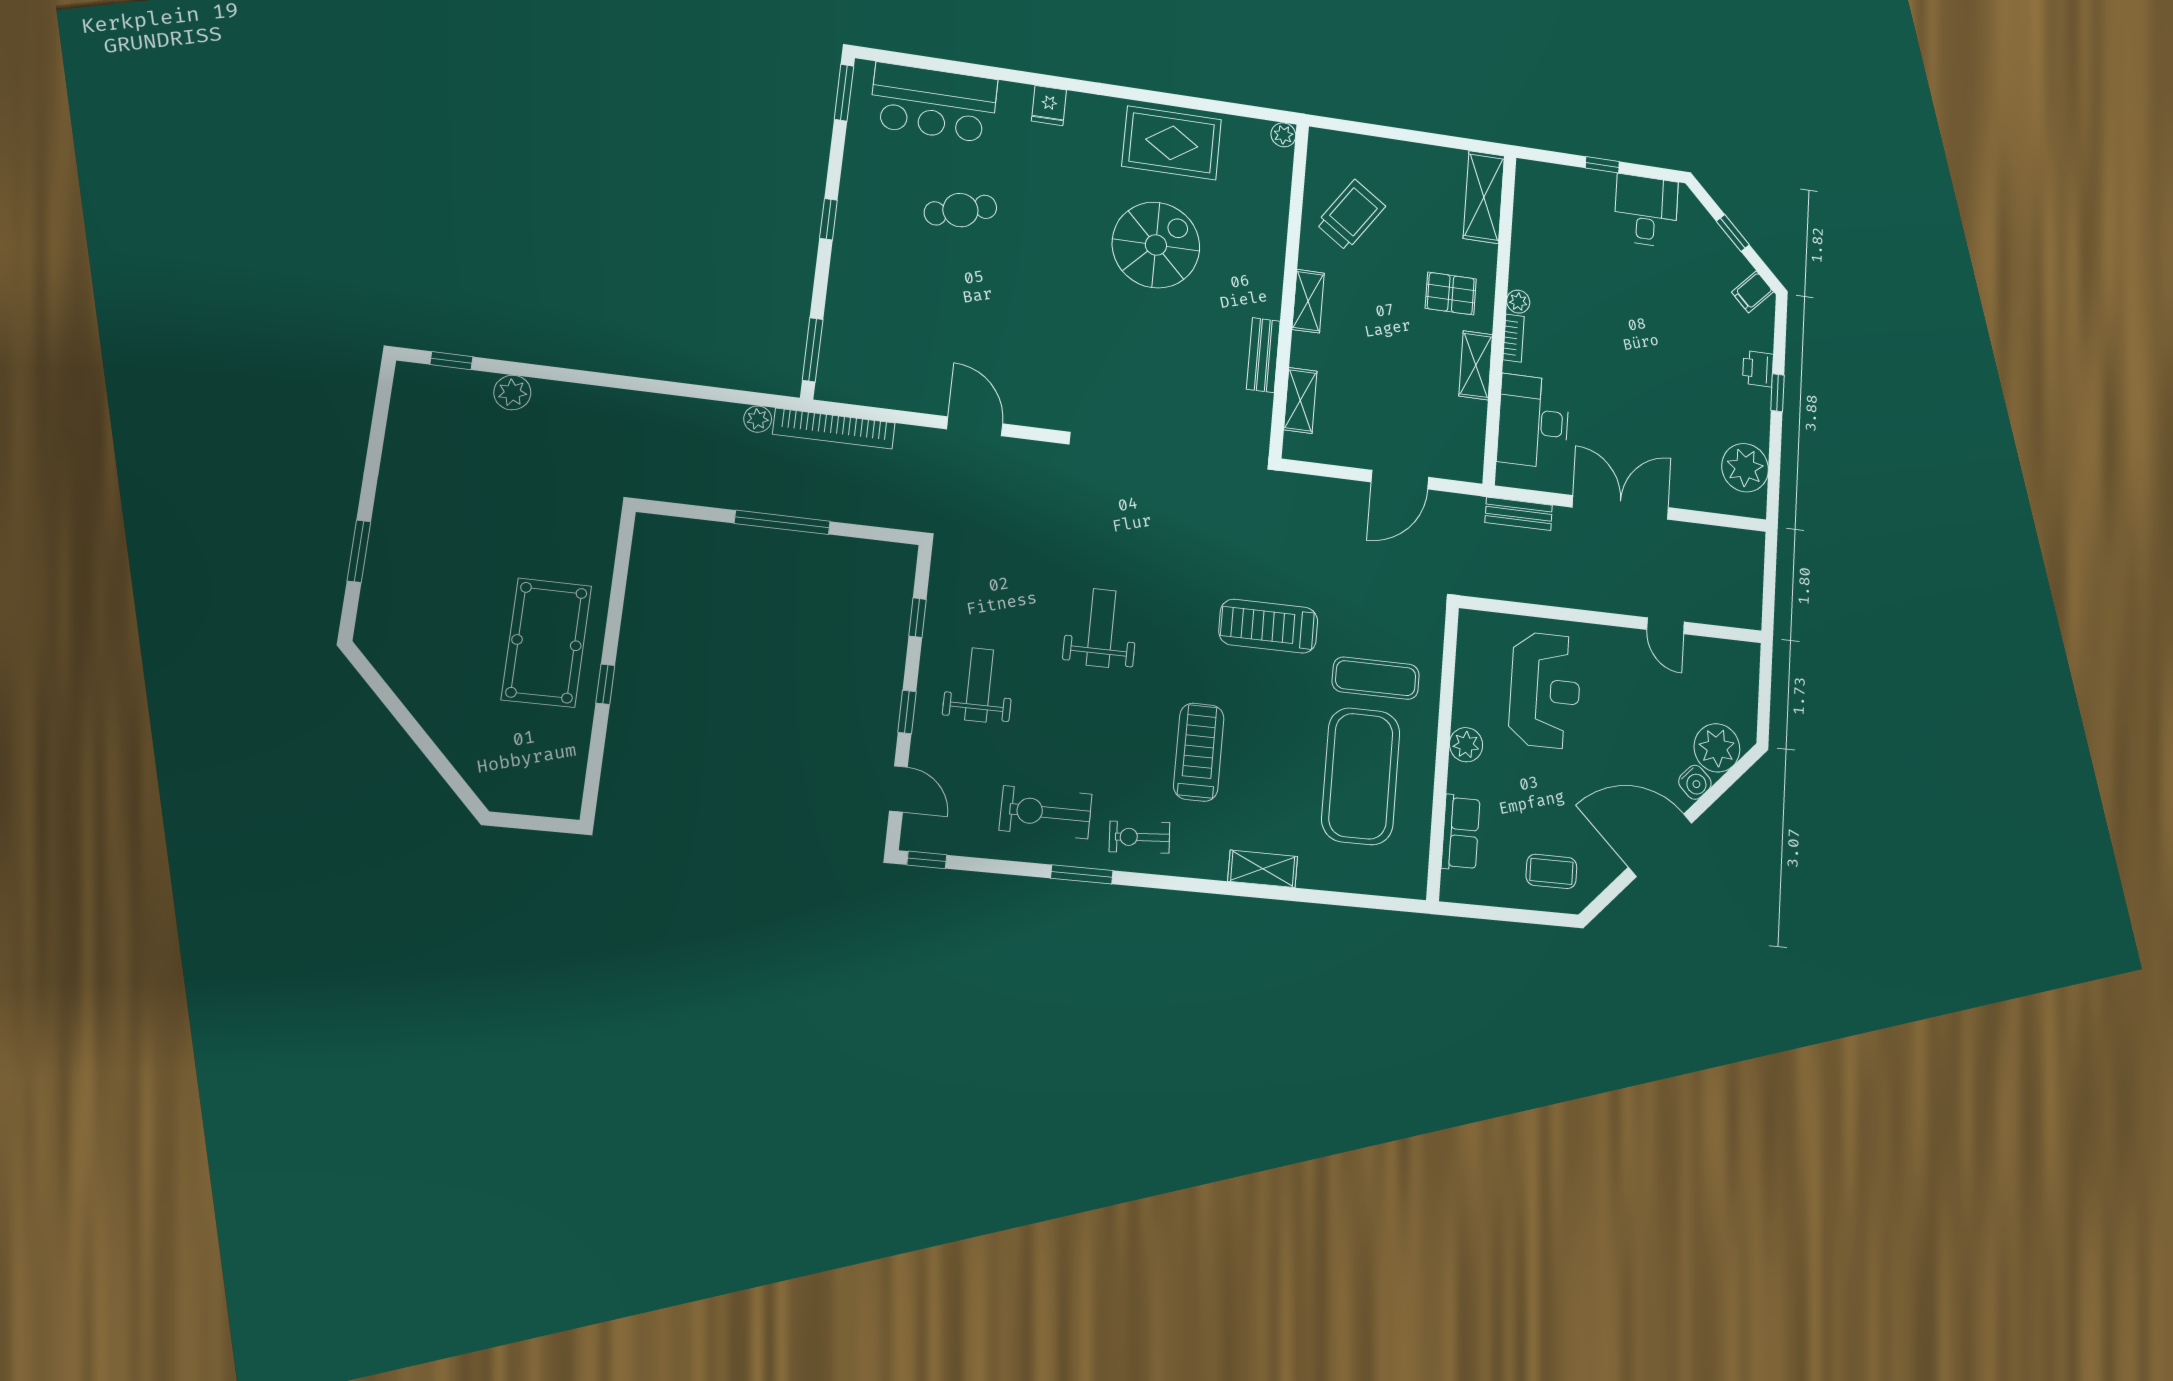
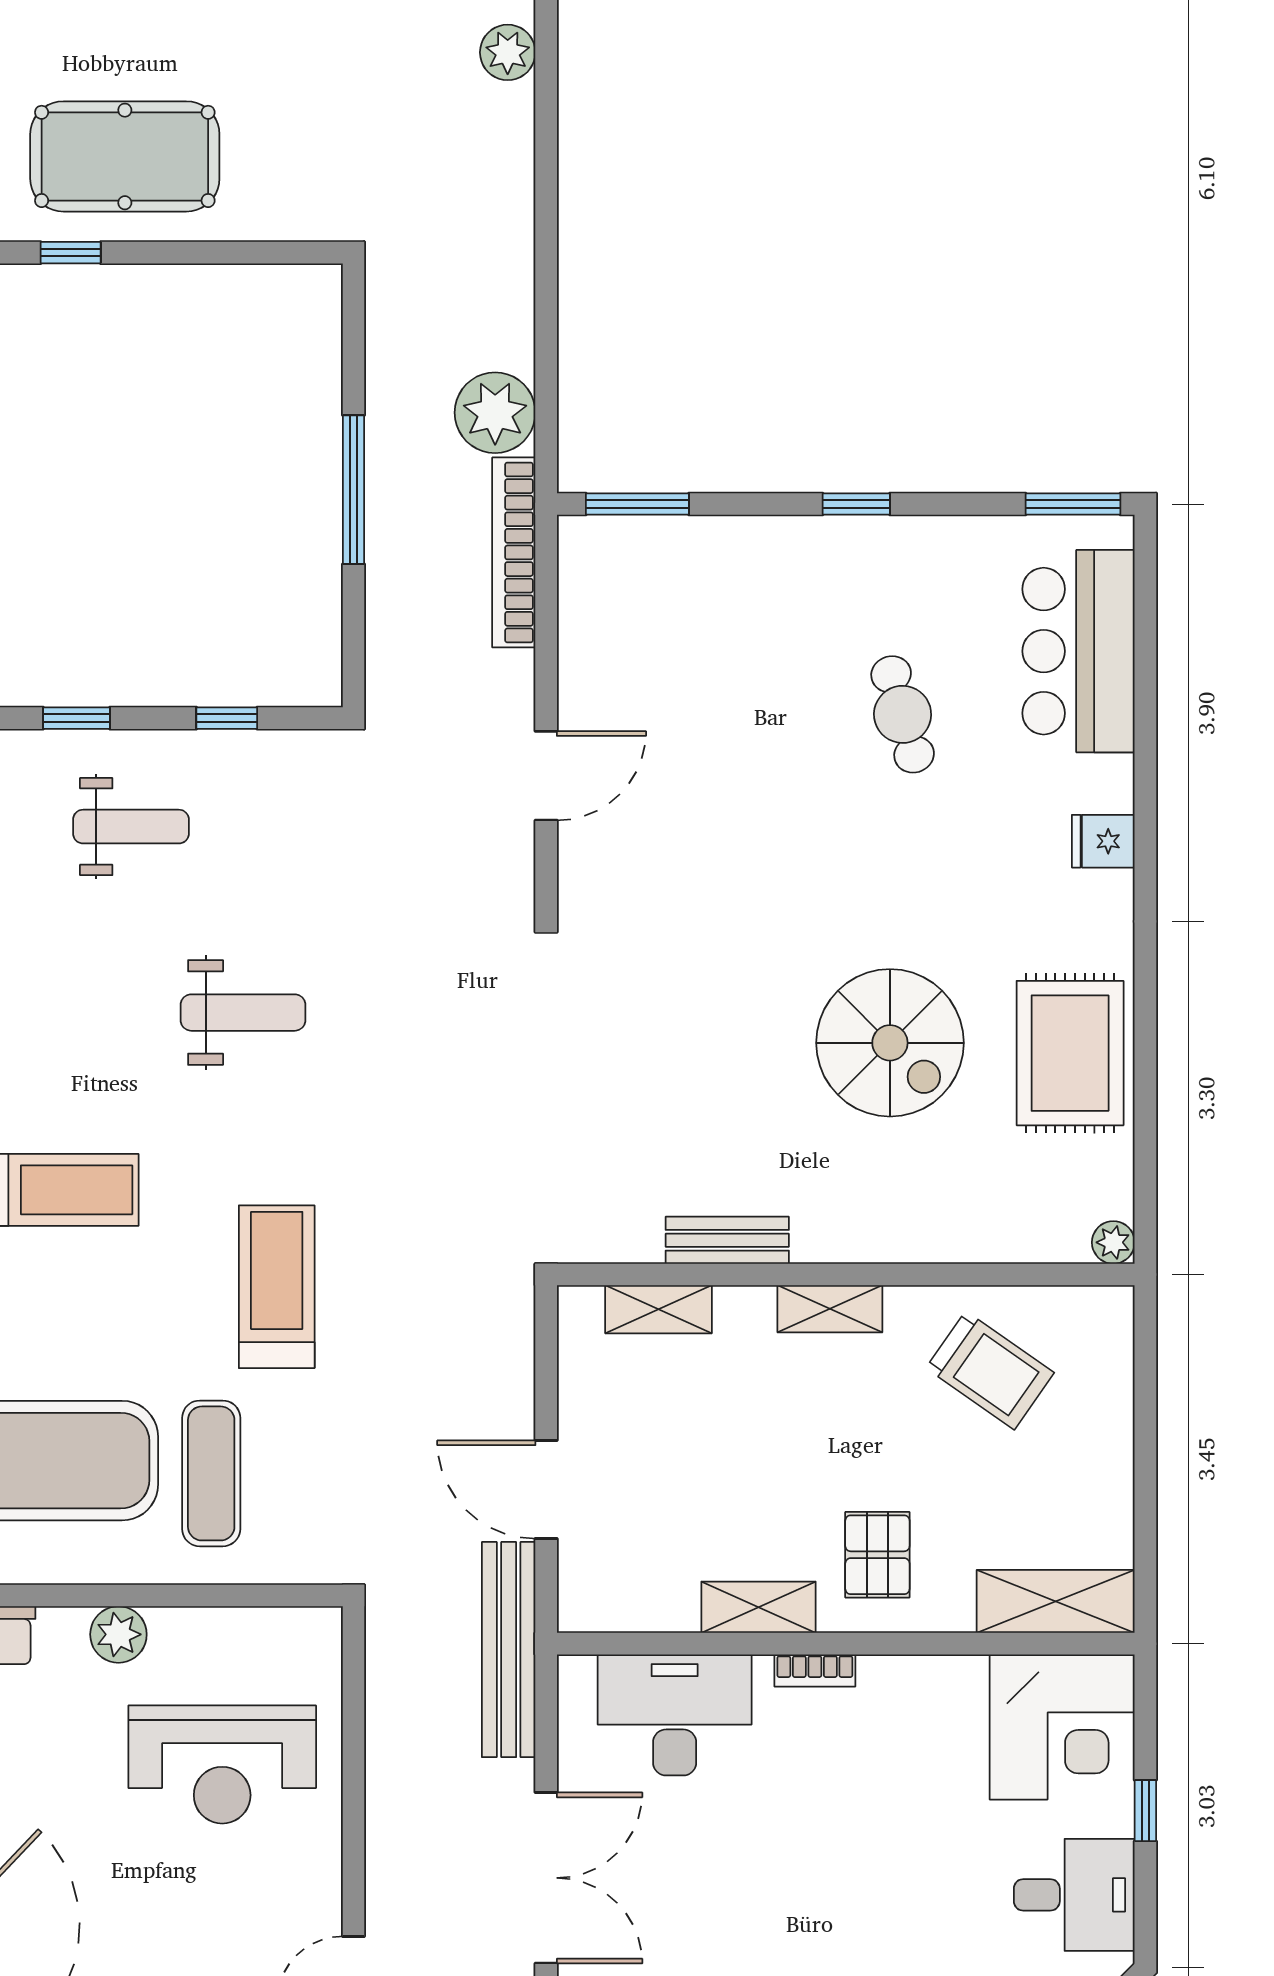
corner desk: (1554, 204) -> (1062, 1727), added
plant: (1518, 302) -> (880, 1675), removed
plant: (758, 419) -> (495, 413), width x1.87, depth x1.87
bench: (1519, 514) -> (509, 1650), width x1.86, depth x1.21

